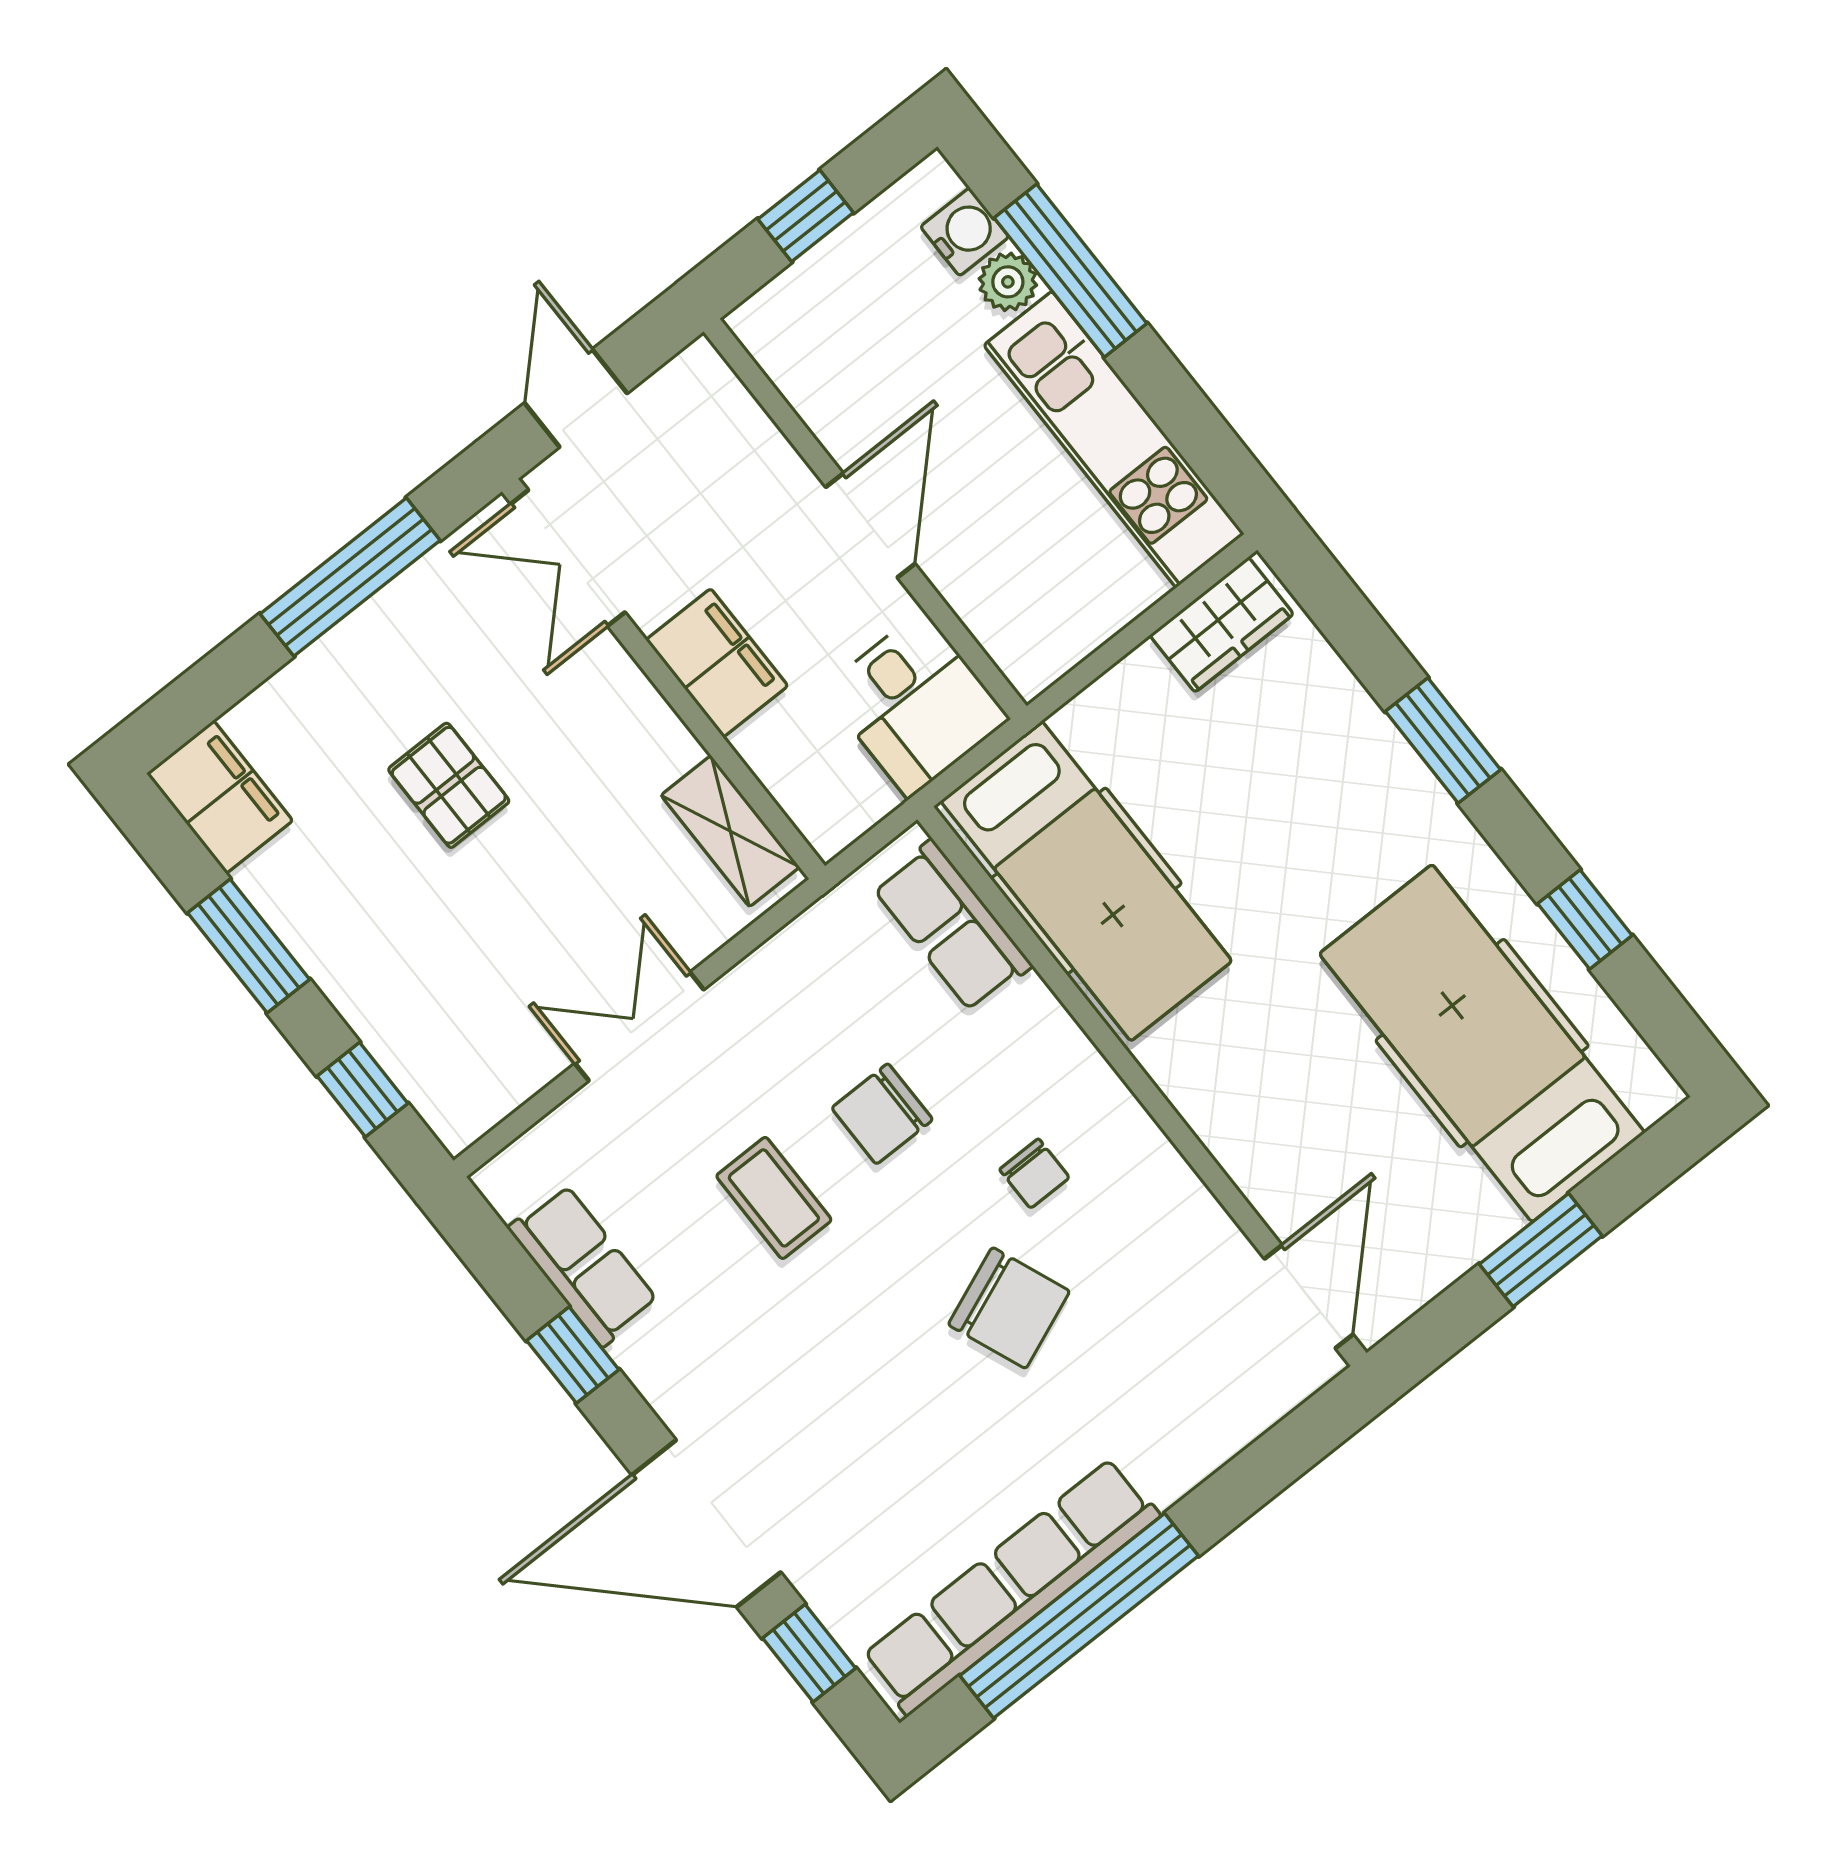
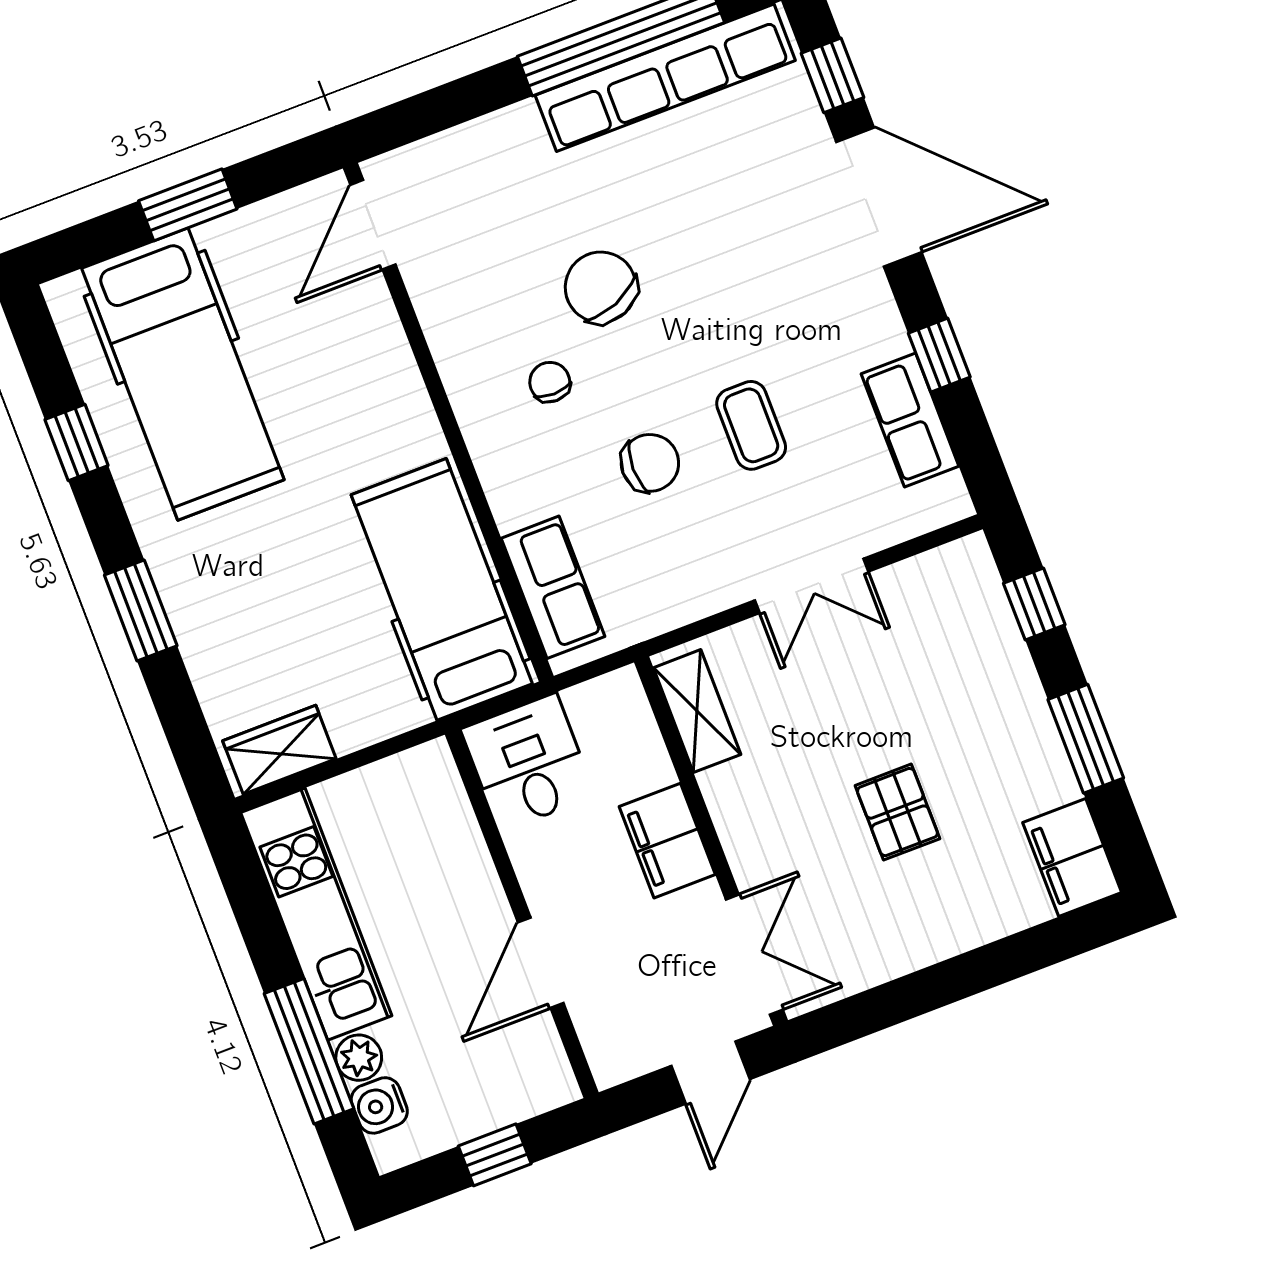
door: (870, 525) -> (541, 963), moved
window: (350, 577) -> (922, 992), removed

